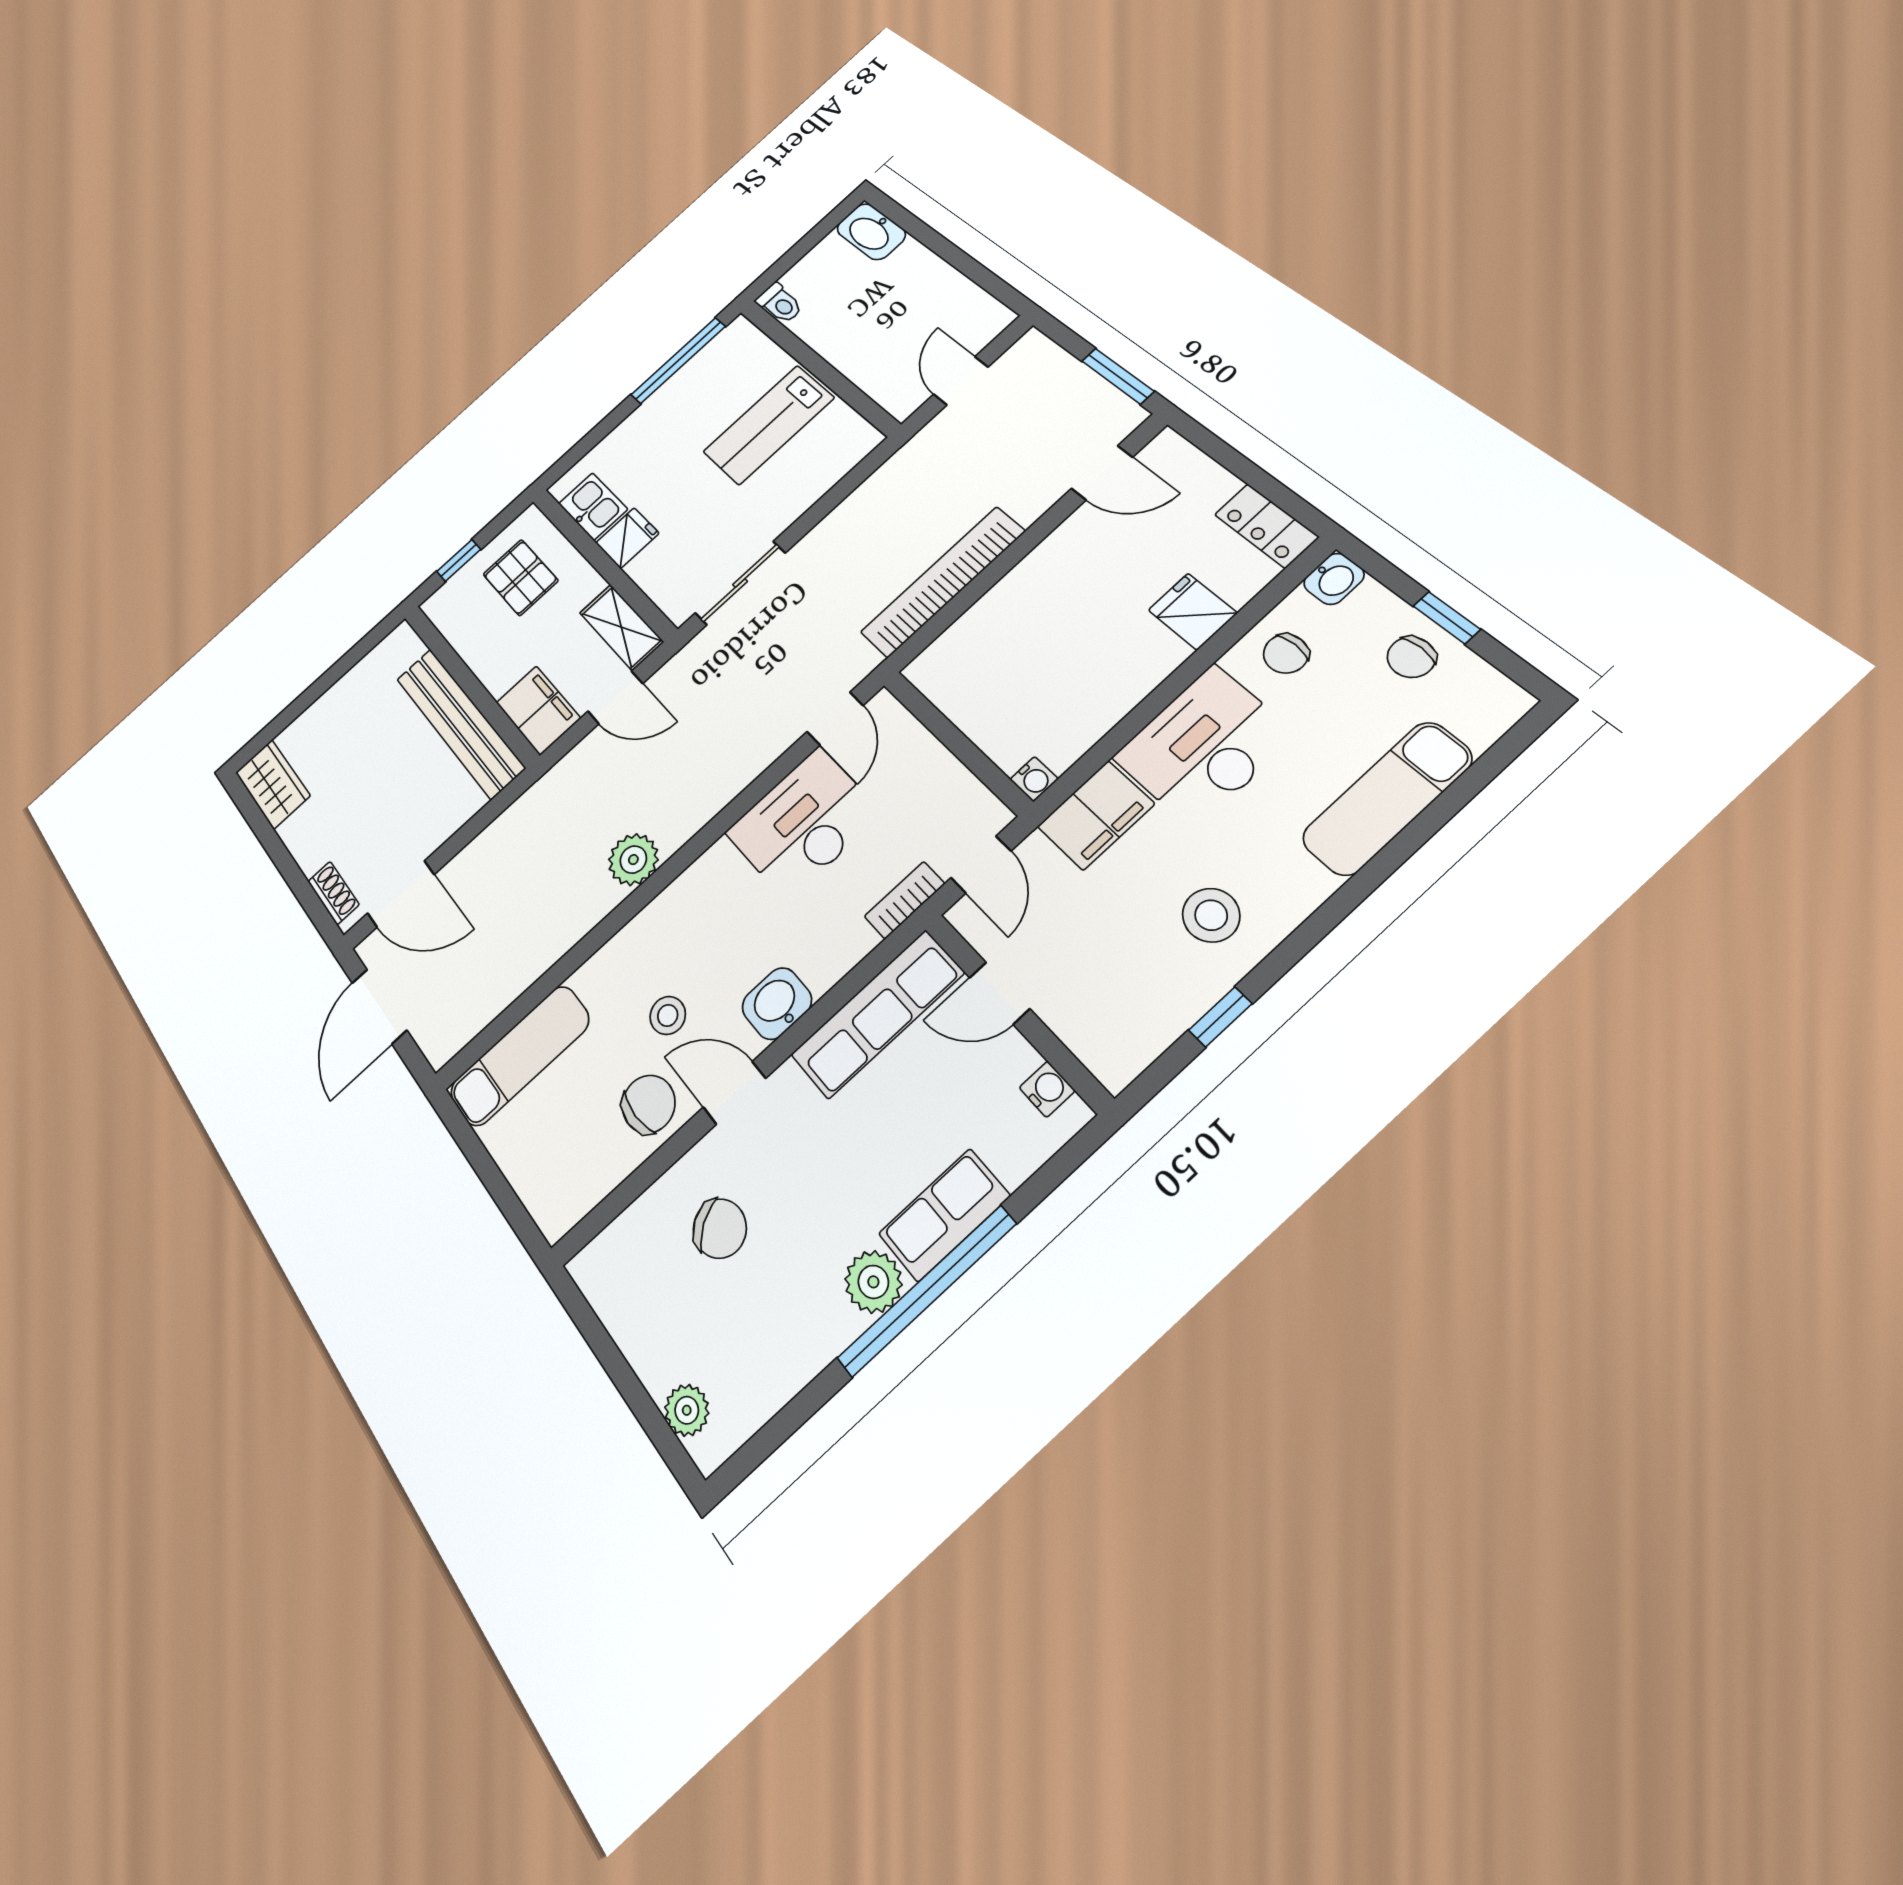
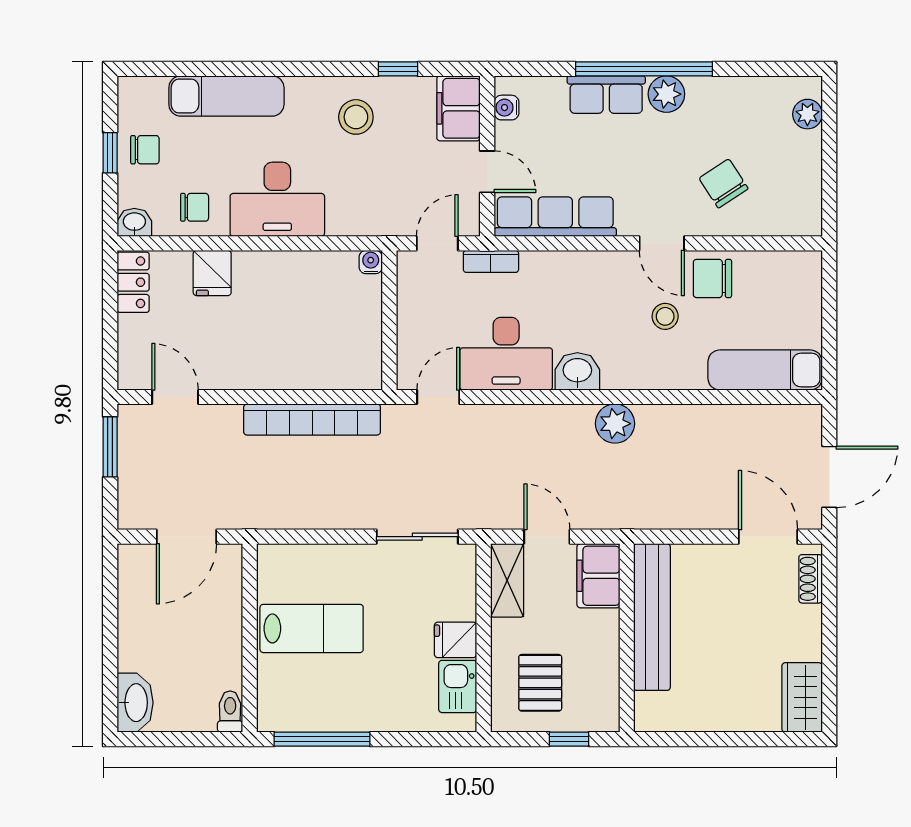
door: (961, 381) -> (186, 537), width x1.38
filing cabinet: (1096, 815) -> (458, 108), moved, turned -90
washbasin: (777, 1003) -> (577, 371), moved, turned 180

